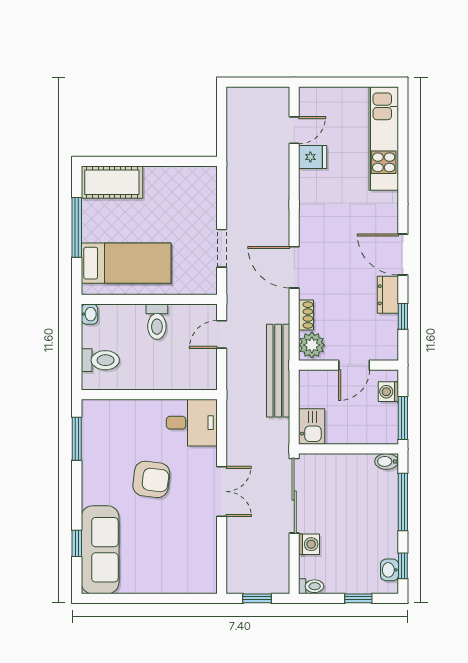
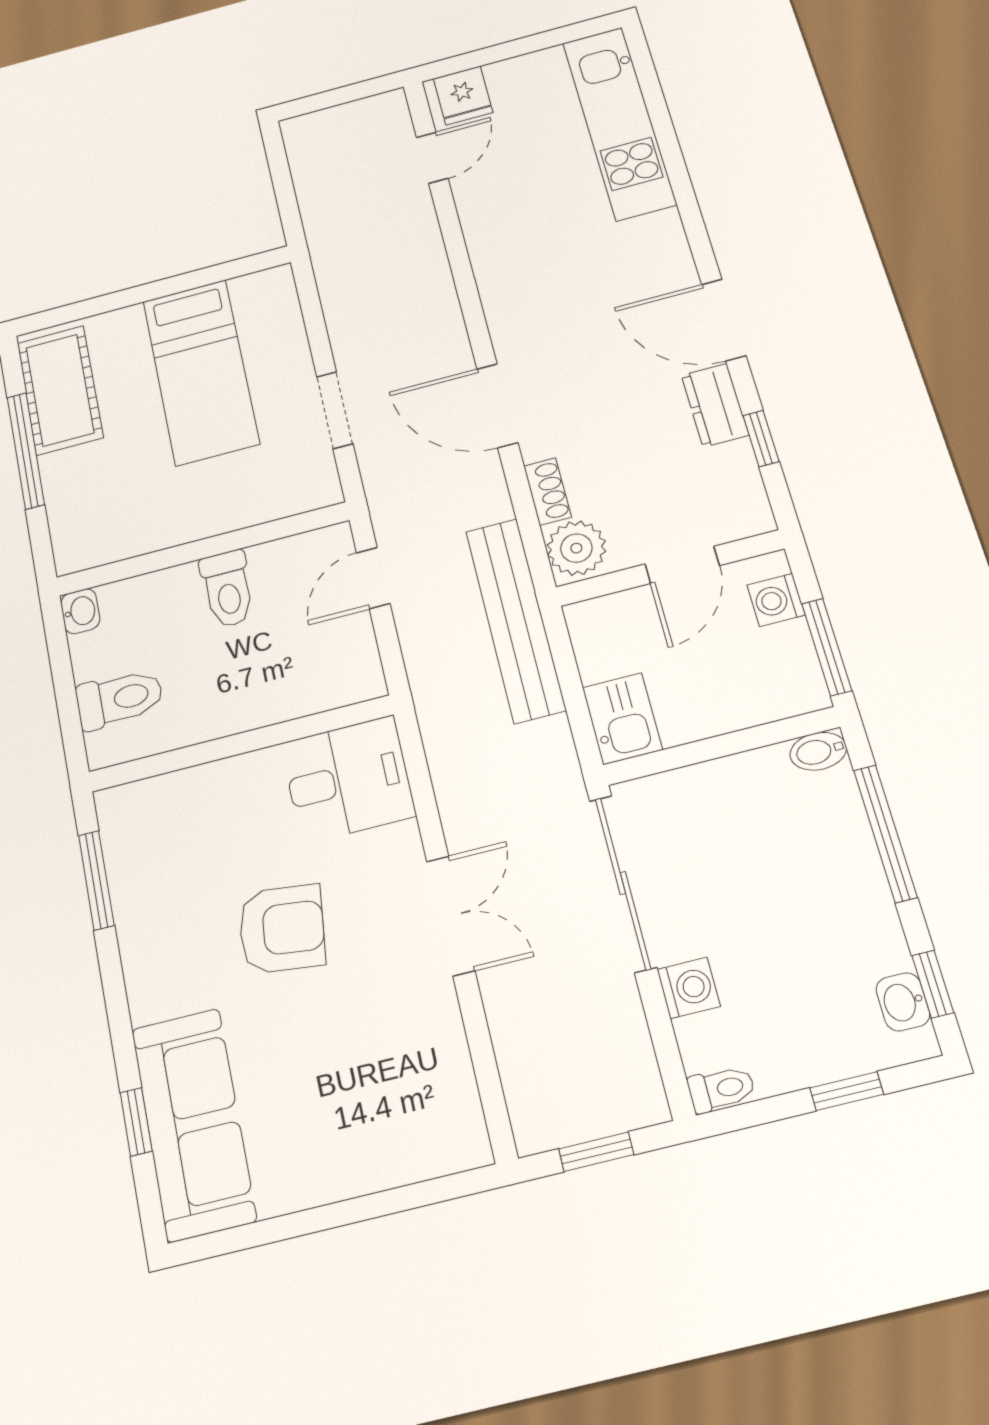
fridge: (313, 157) -> (463, 96), moved, turned 90
cot: (112, 182) -> (60, 390), moved, turned 90
bed: (126, 263) -> (201, 372), moved, turned 90

